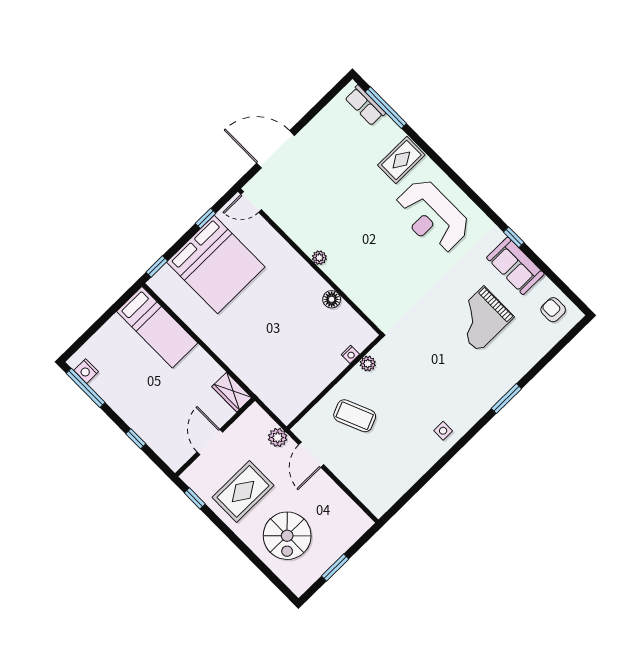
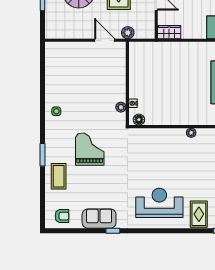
floor lamp: (332, 299) -> (139, 120), moved
grand piano: (481, 319) -> (90, 149), moved
coffee table: (355, 416) -> (59, 176), moved, turned -67

